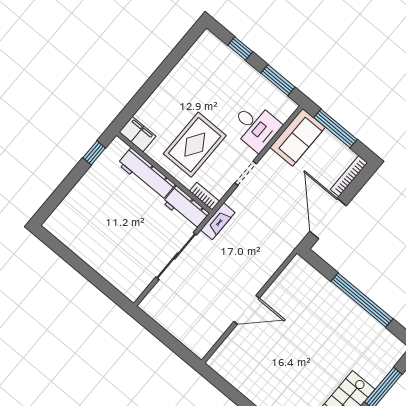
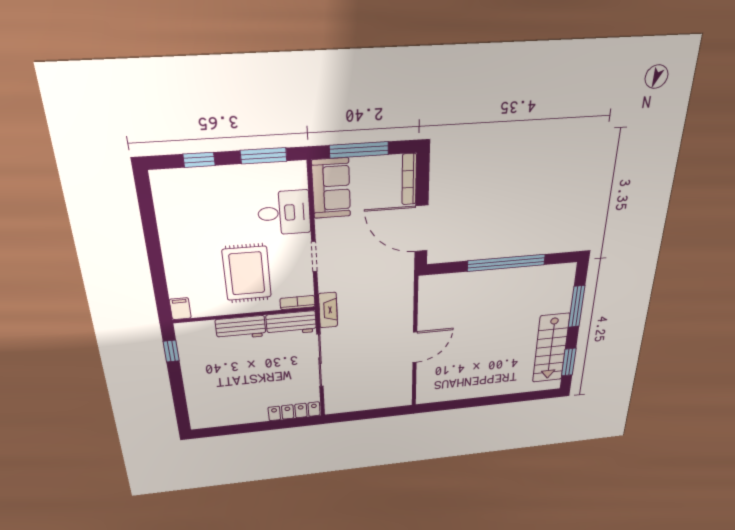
filing cabinet: (137, 134) -> (180, 309), width x0.50
workbench: (146, 174) -> (241, 328), width x0.73
locker: (120, 281) -> (294, 411), added

